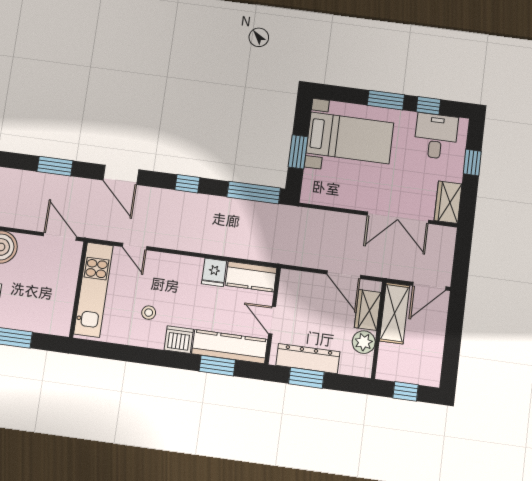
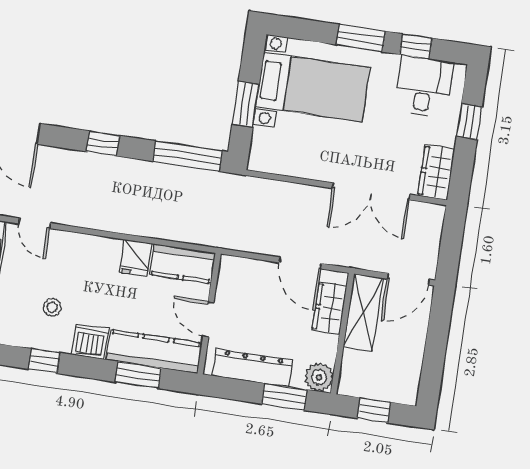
plant: (364, 342) -> (319, 377), moved
window: (143, 355) -> (44, 361), added
window: (306, 378) -> (284, 397), moved

